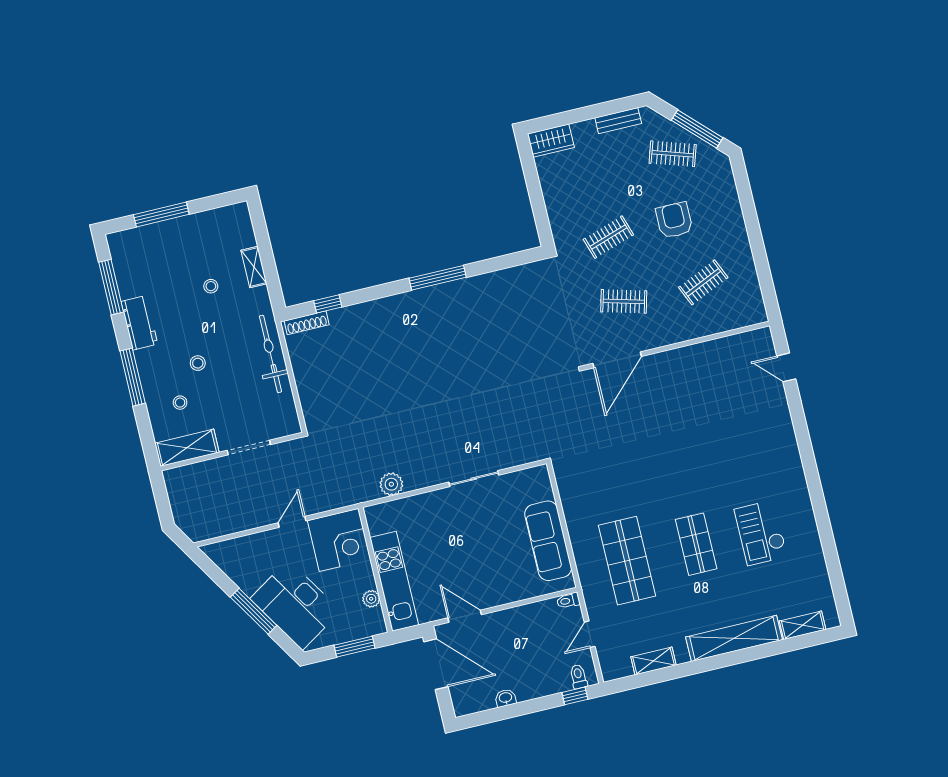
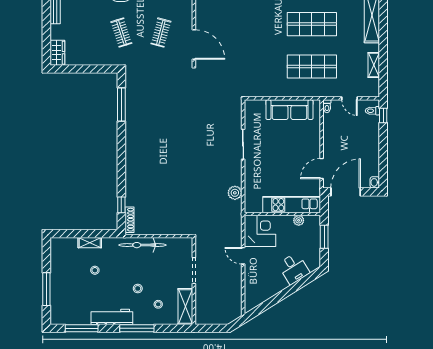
window: (438, 278) -> (121, 104), moved
workbench: (139, 323) -> (112, 317), width x1.38
shop shelf: (696, 544) -> (312, 24), width x1.43, depth x1.36
desk: (295, 605) -> (294, 268), width x0.53, depth x0.77
window: (254, 611) -> (290, 290), removed
washbasin: (506, 698) -> (375, 182), moved

